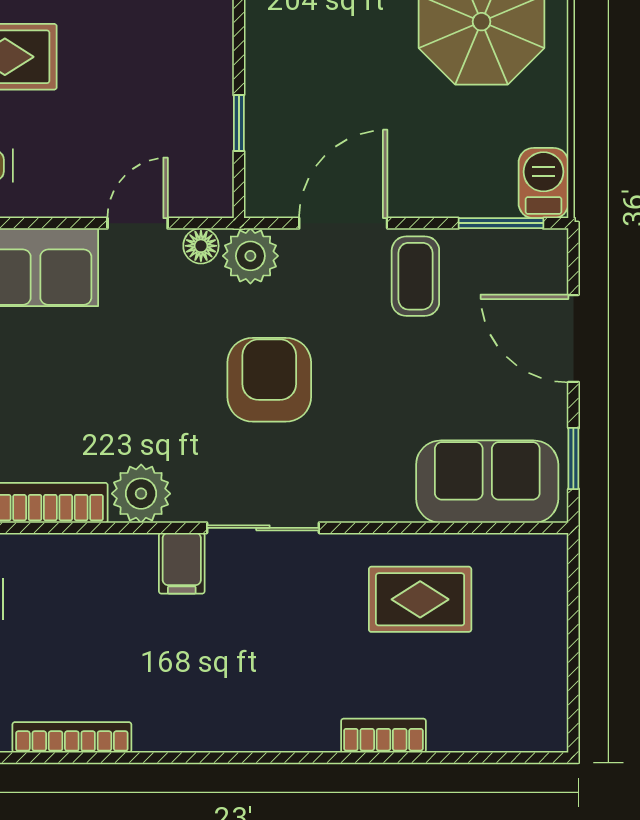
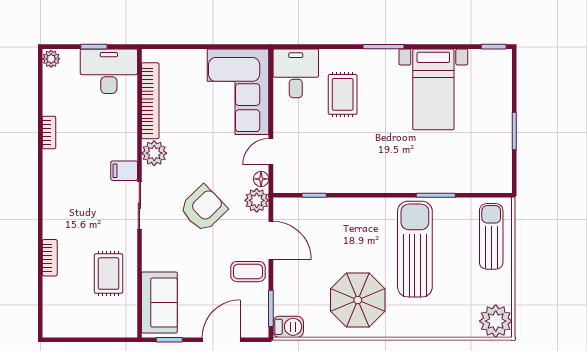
door: (138, 223) -> (271, 152), swing flipped
armchair: (269, 380) -> (203, 208), turned -44
bookcase: (72, 737) -> (49, 133), width x0.64

